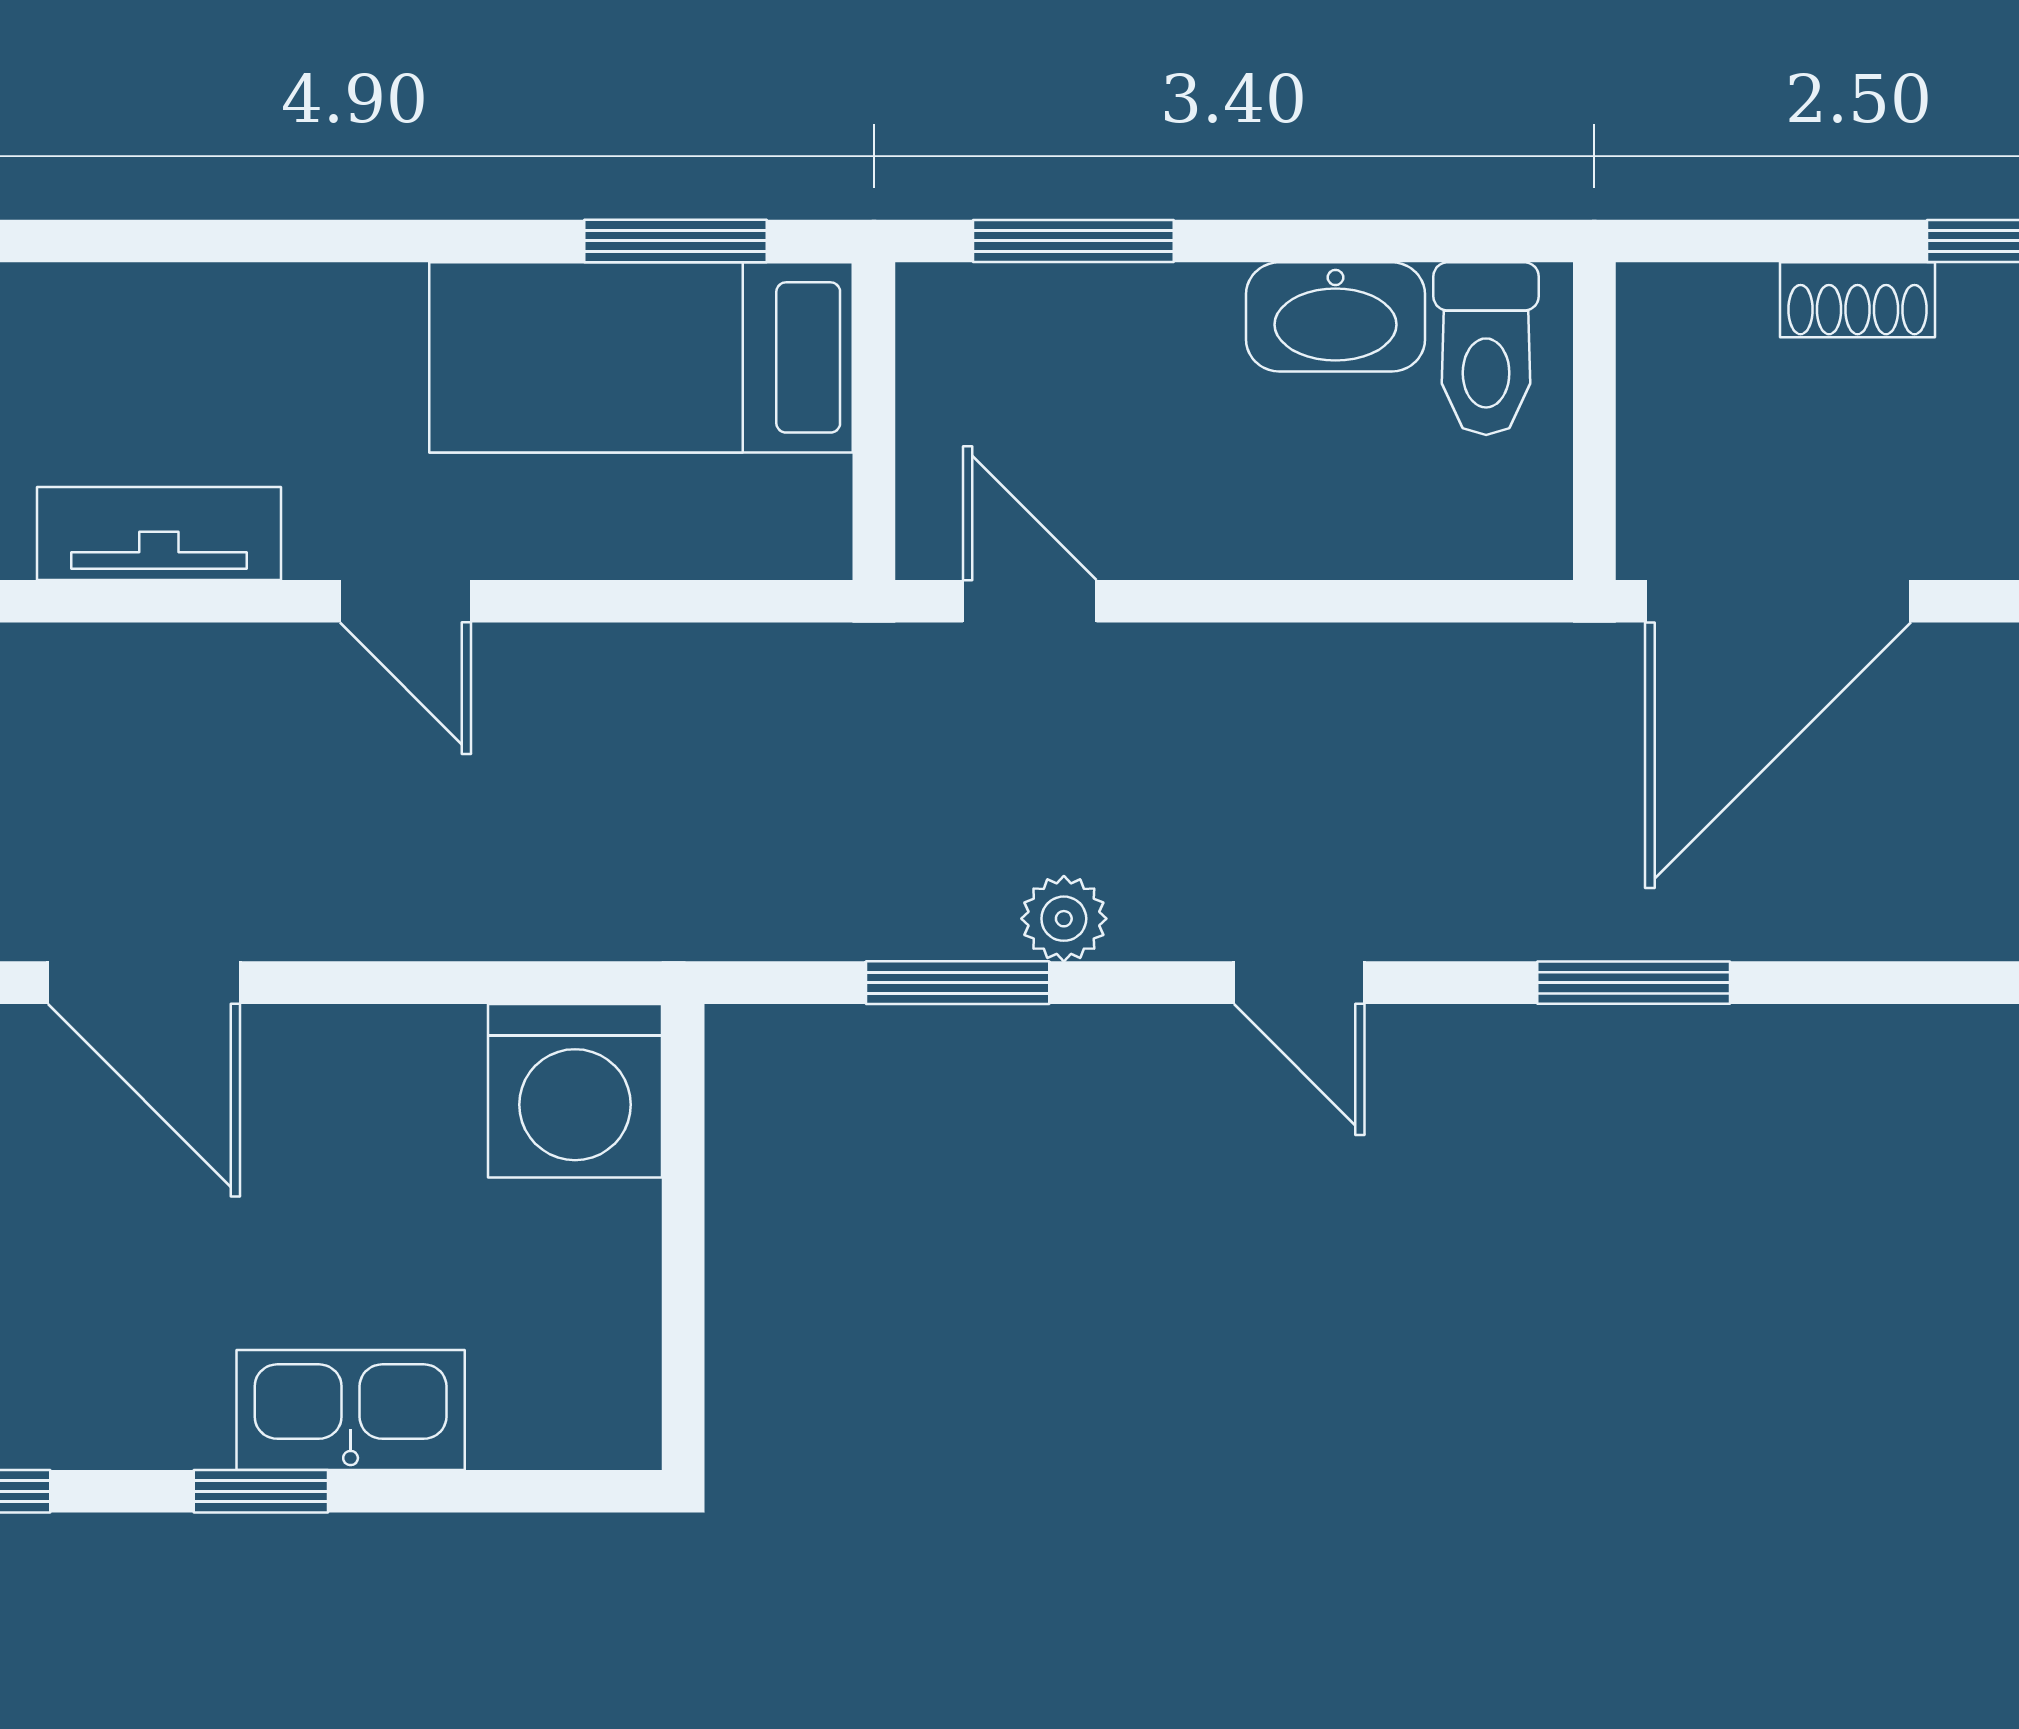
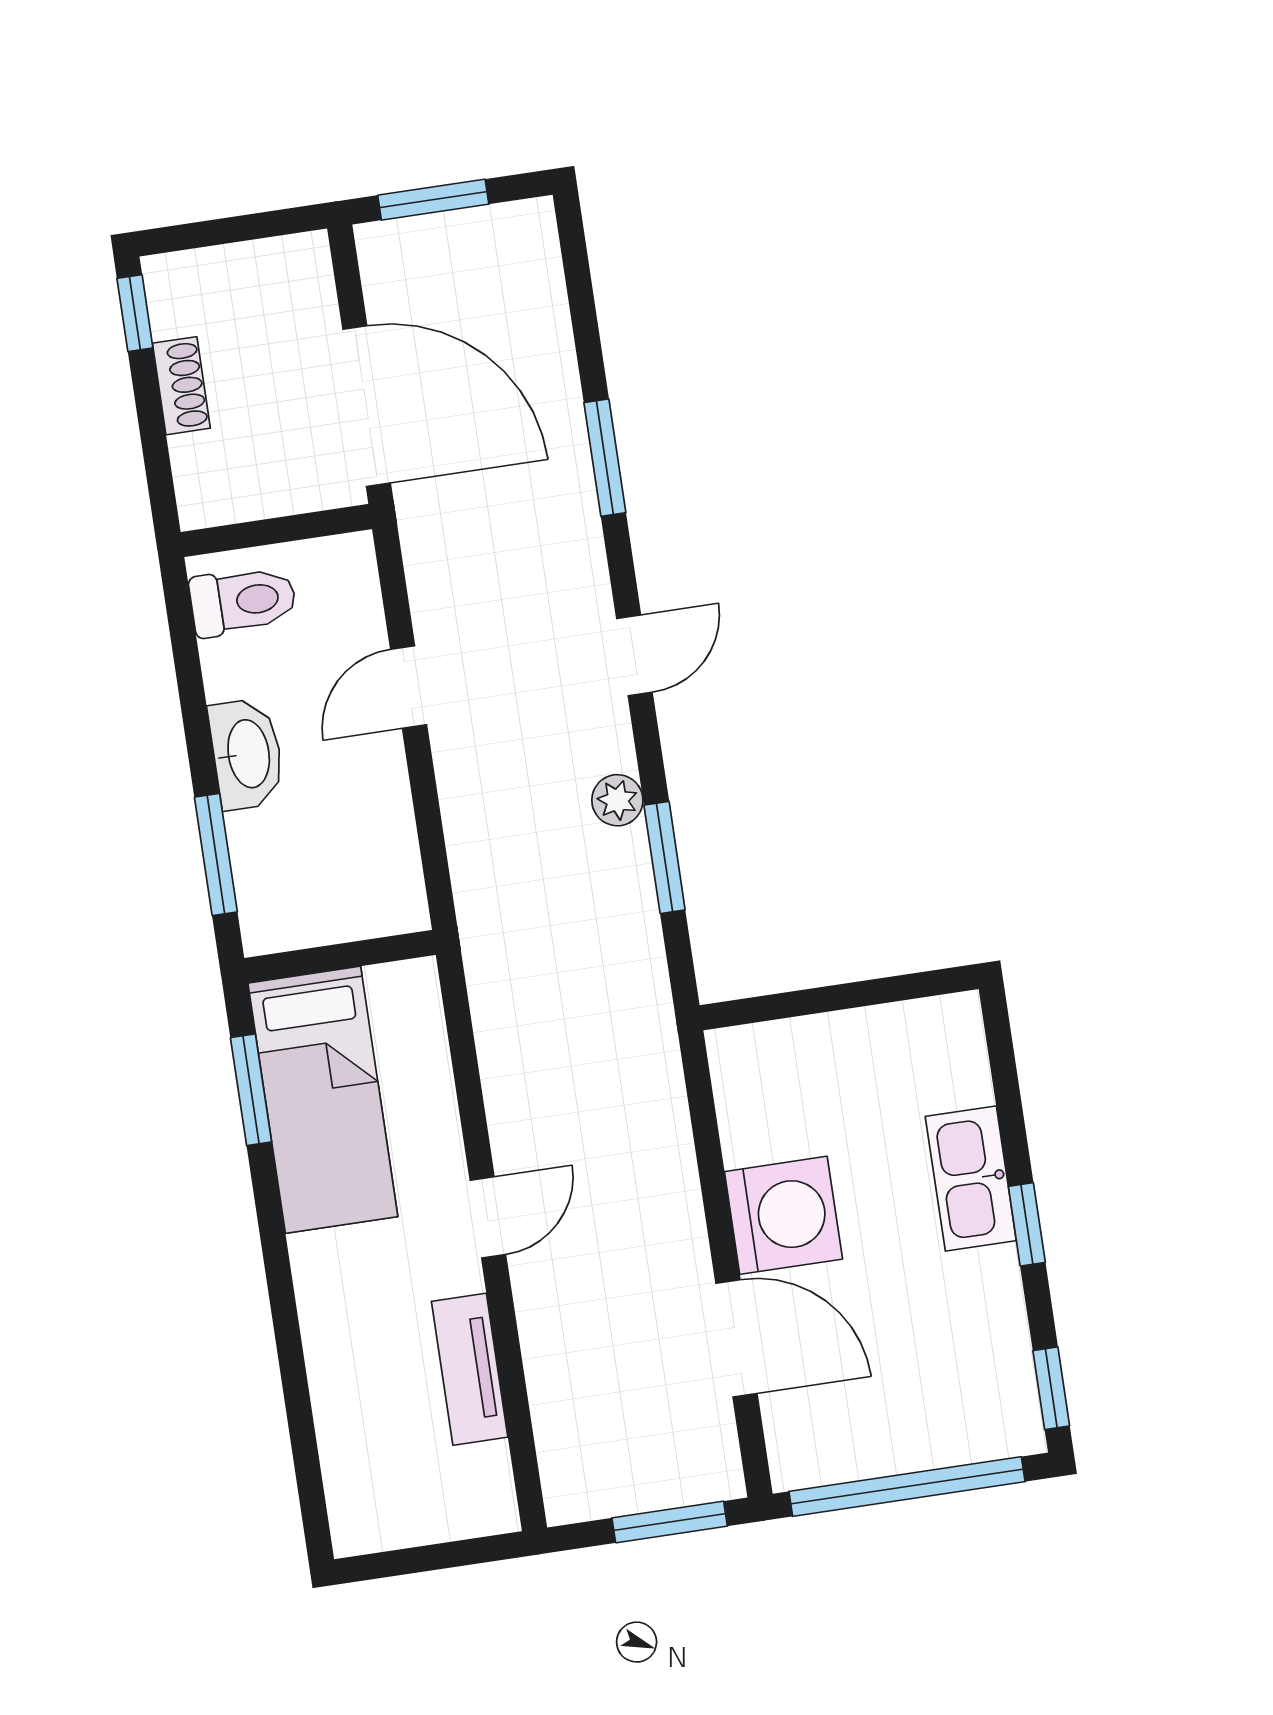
washbasin: (1335, 317) -> (247, 754), moved
door: (1030, 601) -> (409, 687), moved
door: (144, 983) -> (736, 1338), hinge flipped
washing machine: (575, 1091) -> (783, 1215), moved

